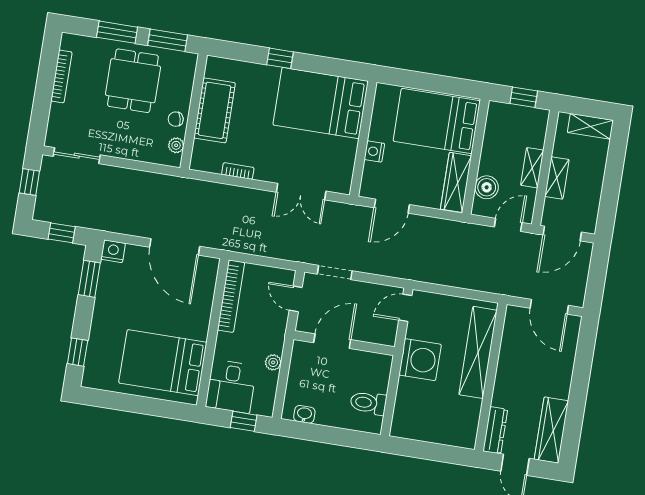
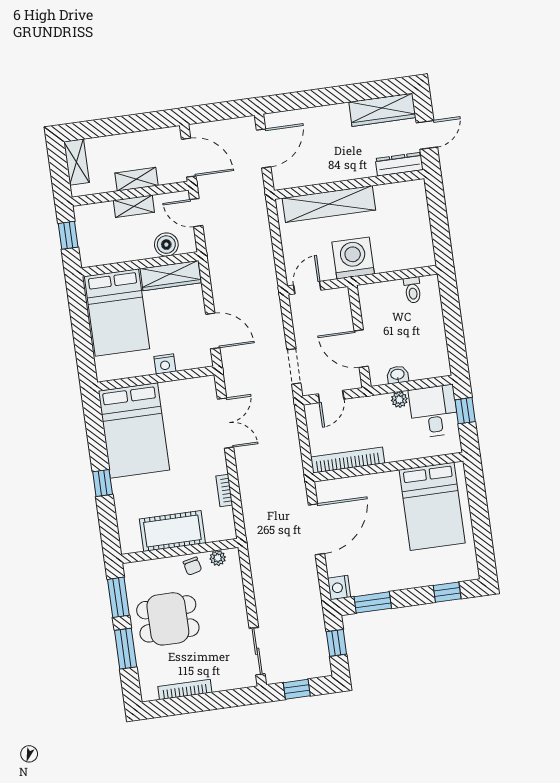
door: (405, 308) -> (307, 288), swing flipped
desk: (231, 386) -> (434, 411), moved, turned -90
toilet: (368, 403) -> (413, 290), width x0.73, depth x0.72
washbasin: (304, 414) -> (398, 375), moved, turned 90

